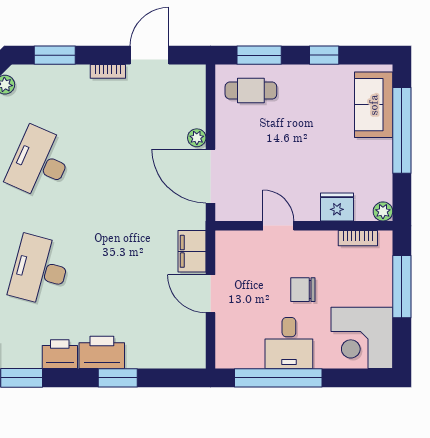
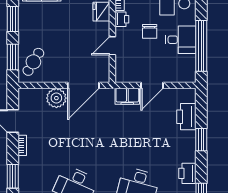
window: (324, 55) -> (13, 19), width x1.50
cafe table: (251, 91) -> (33, 62), turned 31
plant: (197, 138) -> (56, 98), width x1.88, depth x1.88
printer: (324, 242) -> (122, 19), added
printer: (102, 352) -> (186, 117), moved

